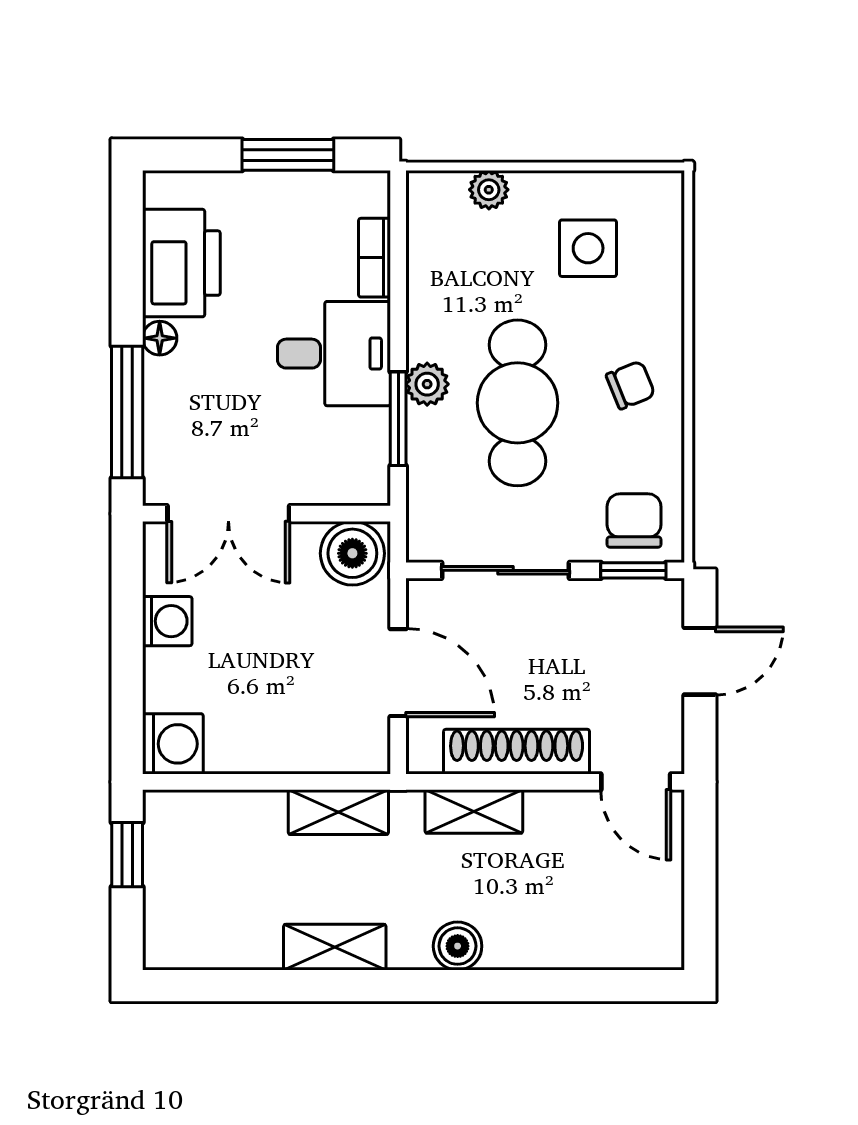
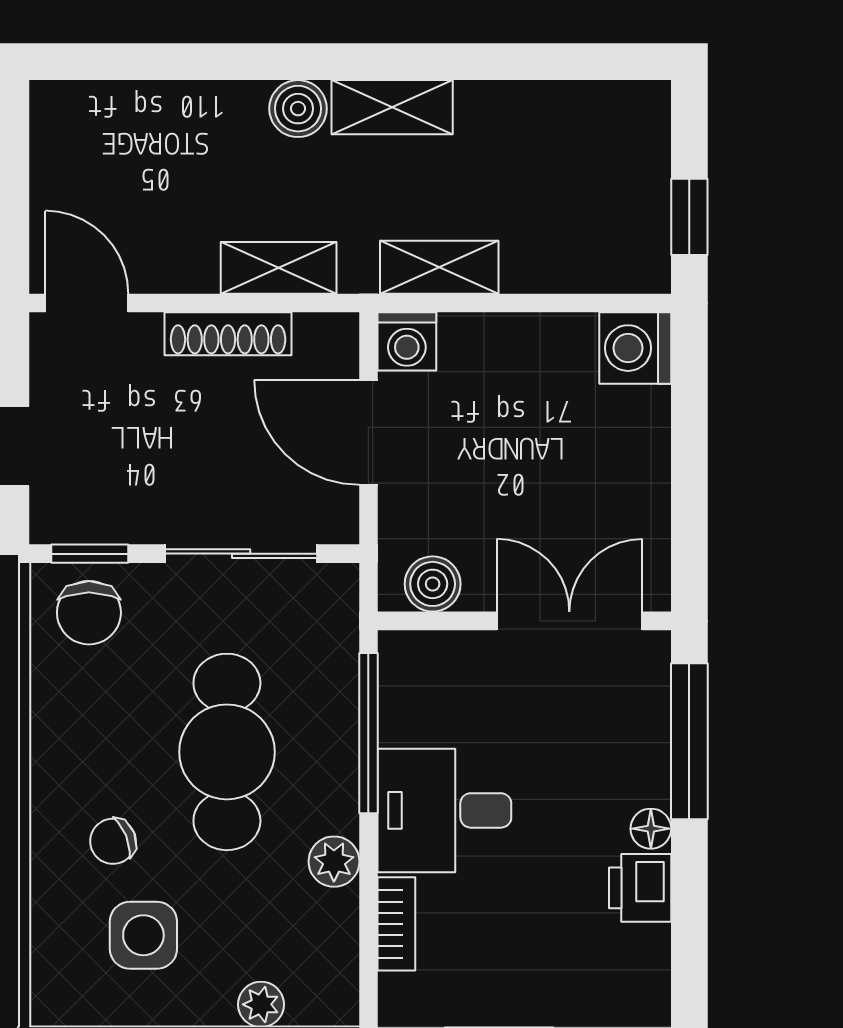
printer: (181, 263) -> (640, 888), width x0.53, depth x0.68
plant: (427, 384) -> (334, 862), moved
chair: (631, 385) -> (113, 841), moved
window: (398, 419) -> (368, 733), width x1.44
boiler: (352, 553) -> (433, 584), width x0.73, depth x0.73
washing machine: (167, 621) -> (407, 341), moved, turned -90
shoe rack: (517, 752) -> (228, 334), width x0.74, depth x0.81
shelving: (335, 947) -> (392, 107), moved

